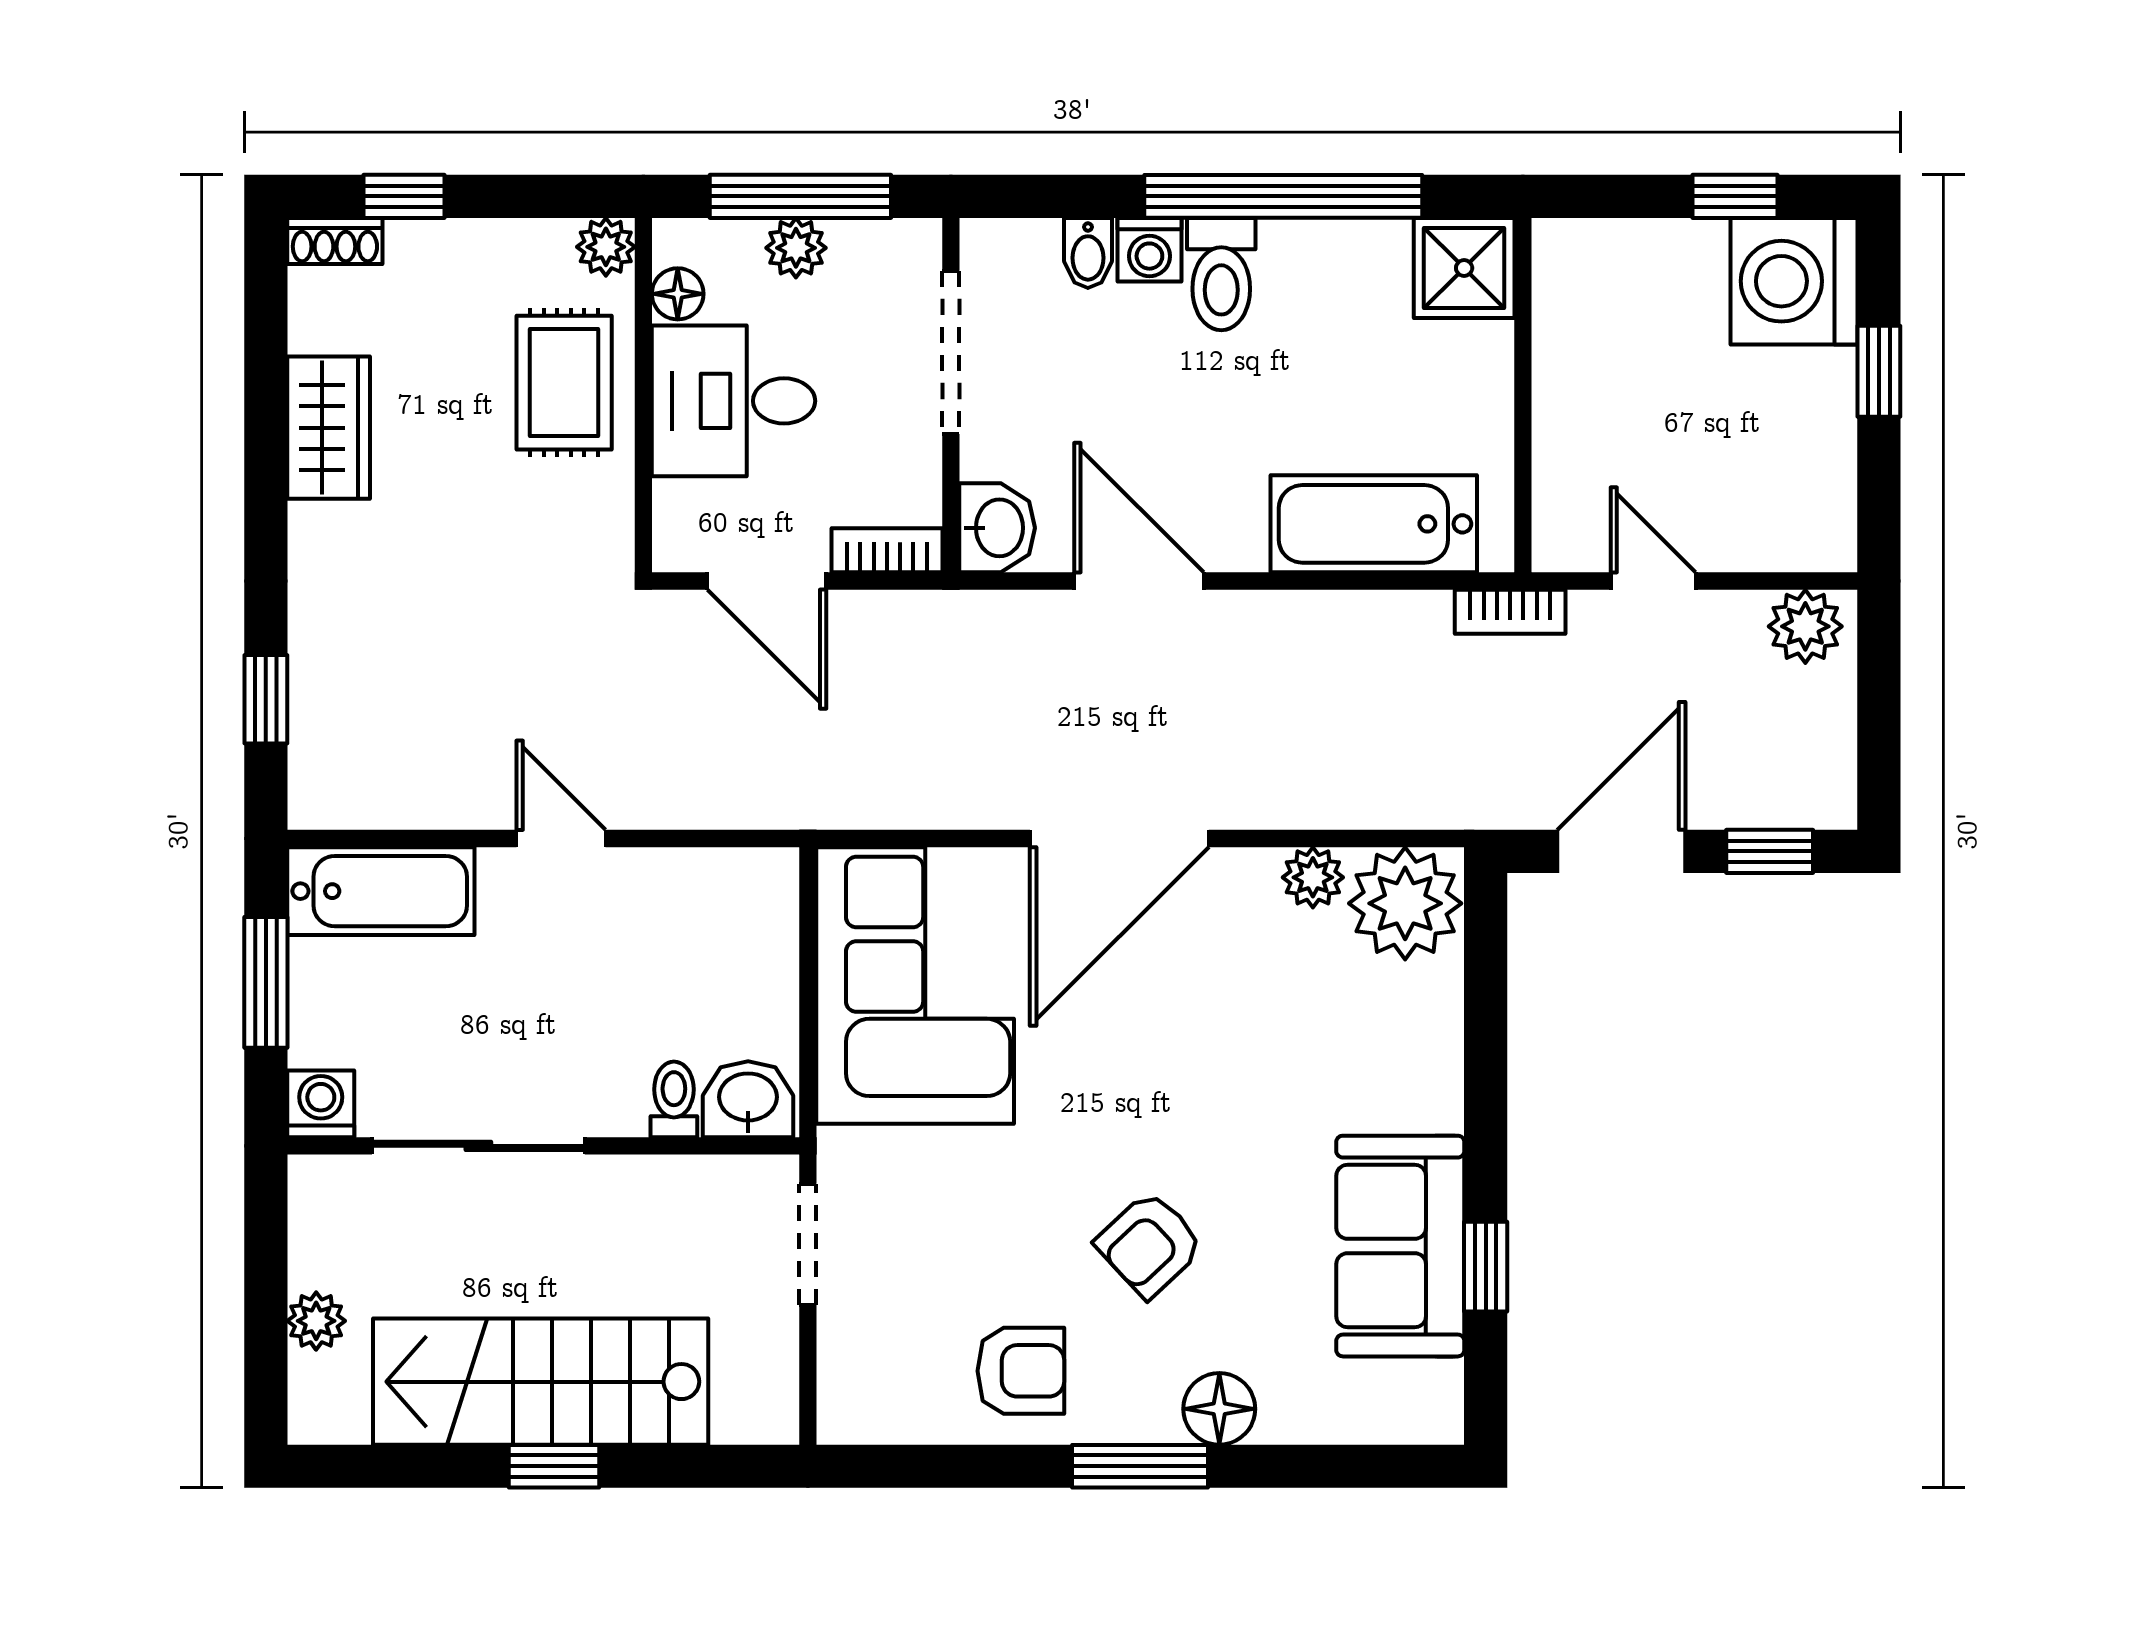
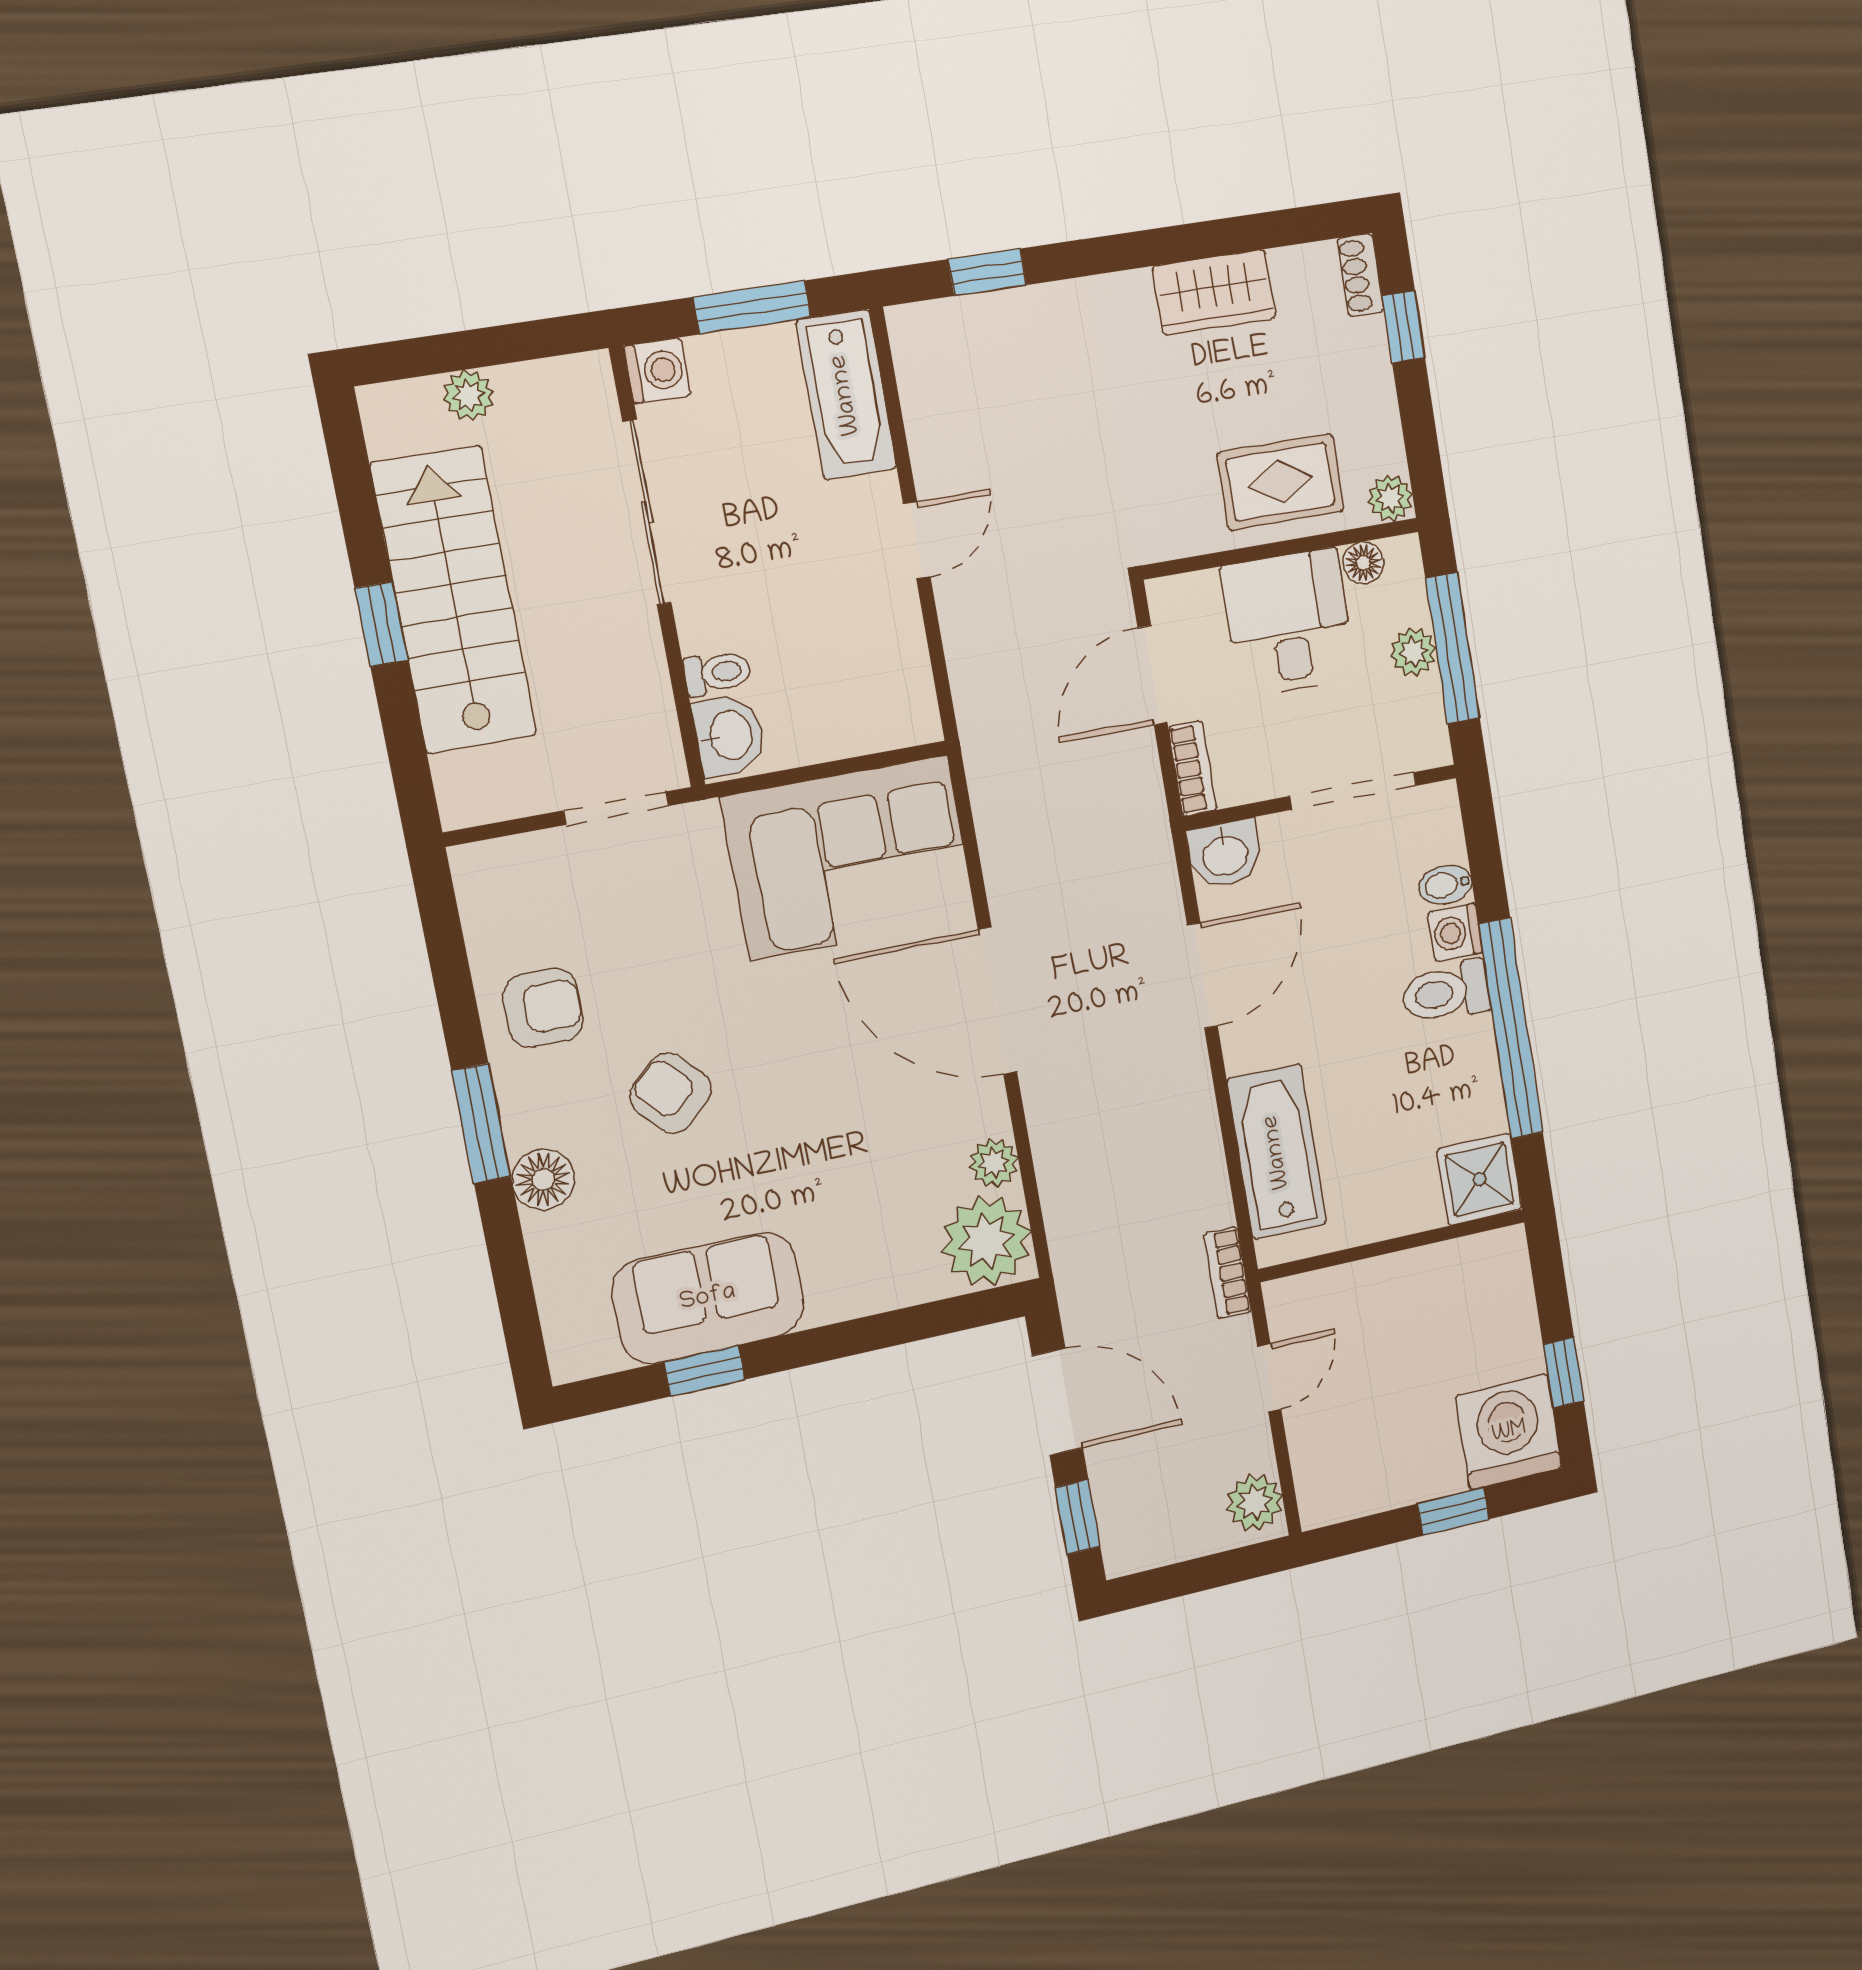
armchair: (1021, 1371) -> (543, 1008), turned -90

